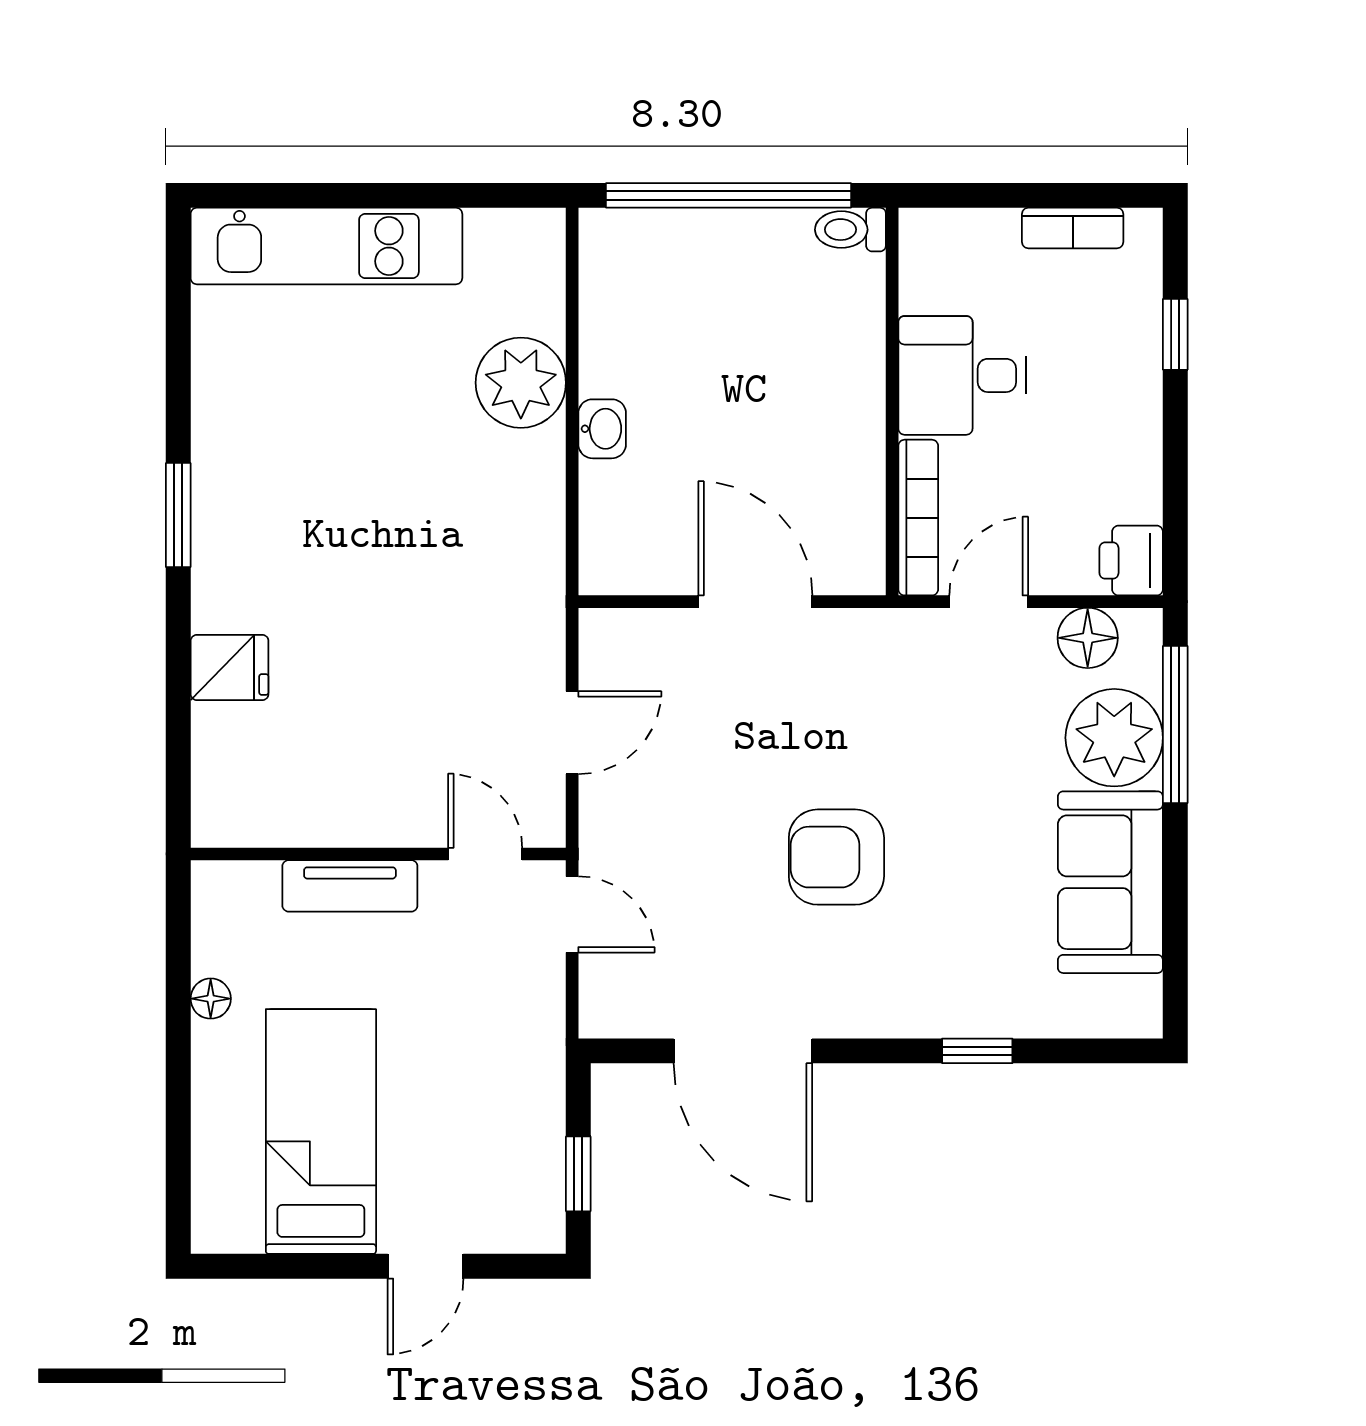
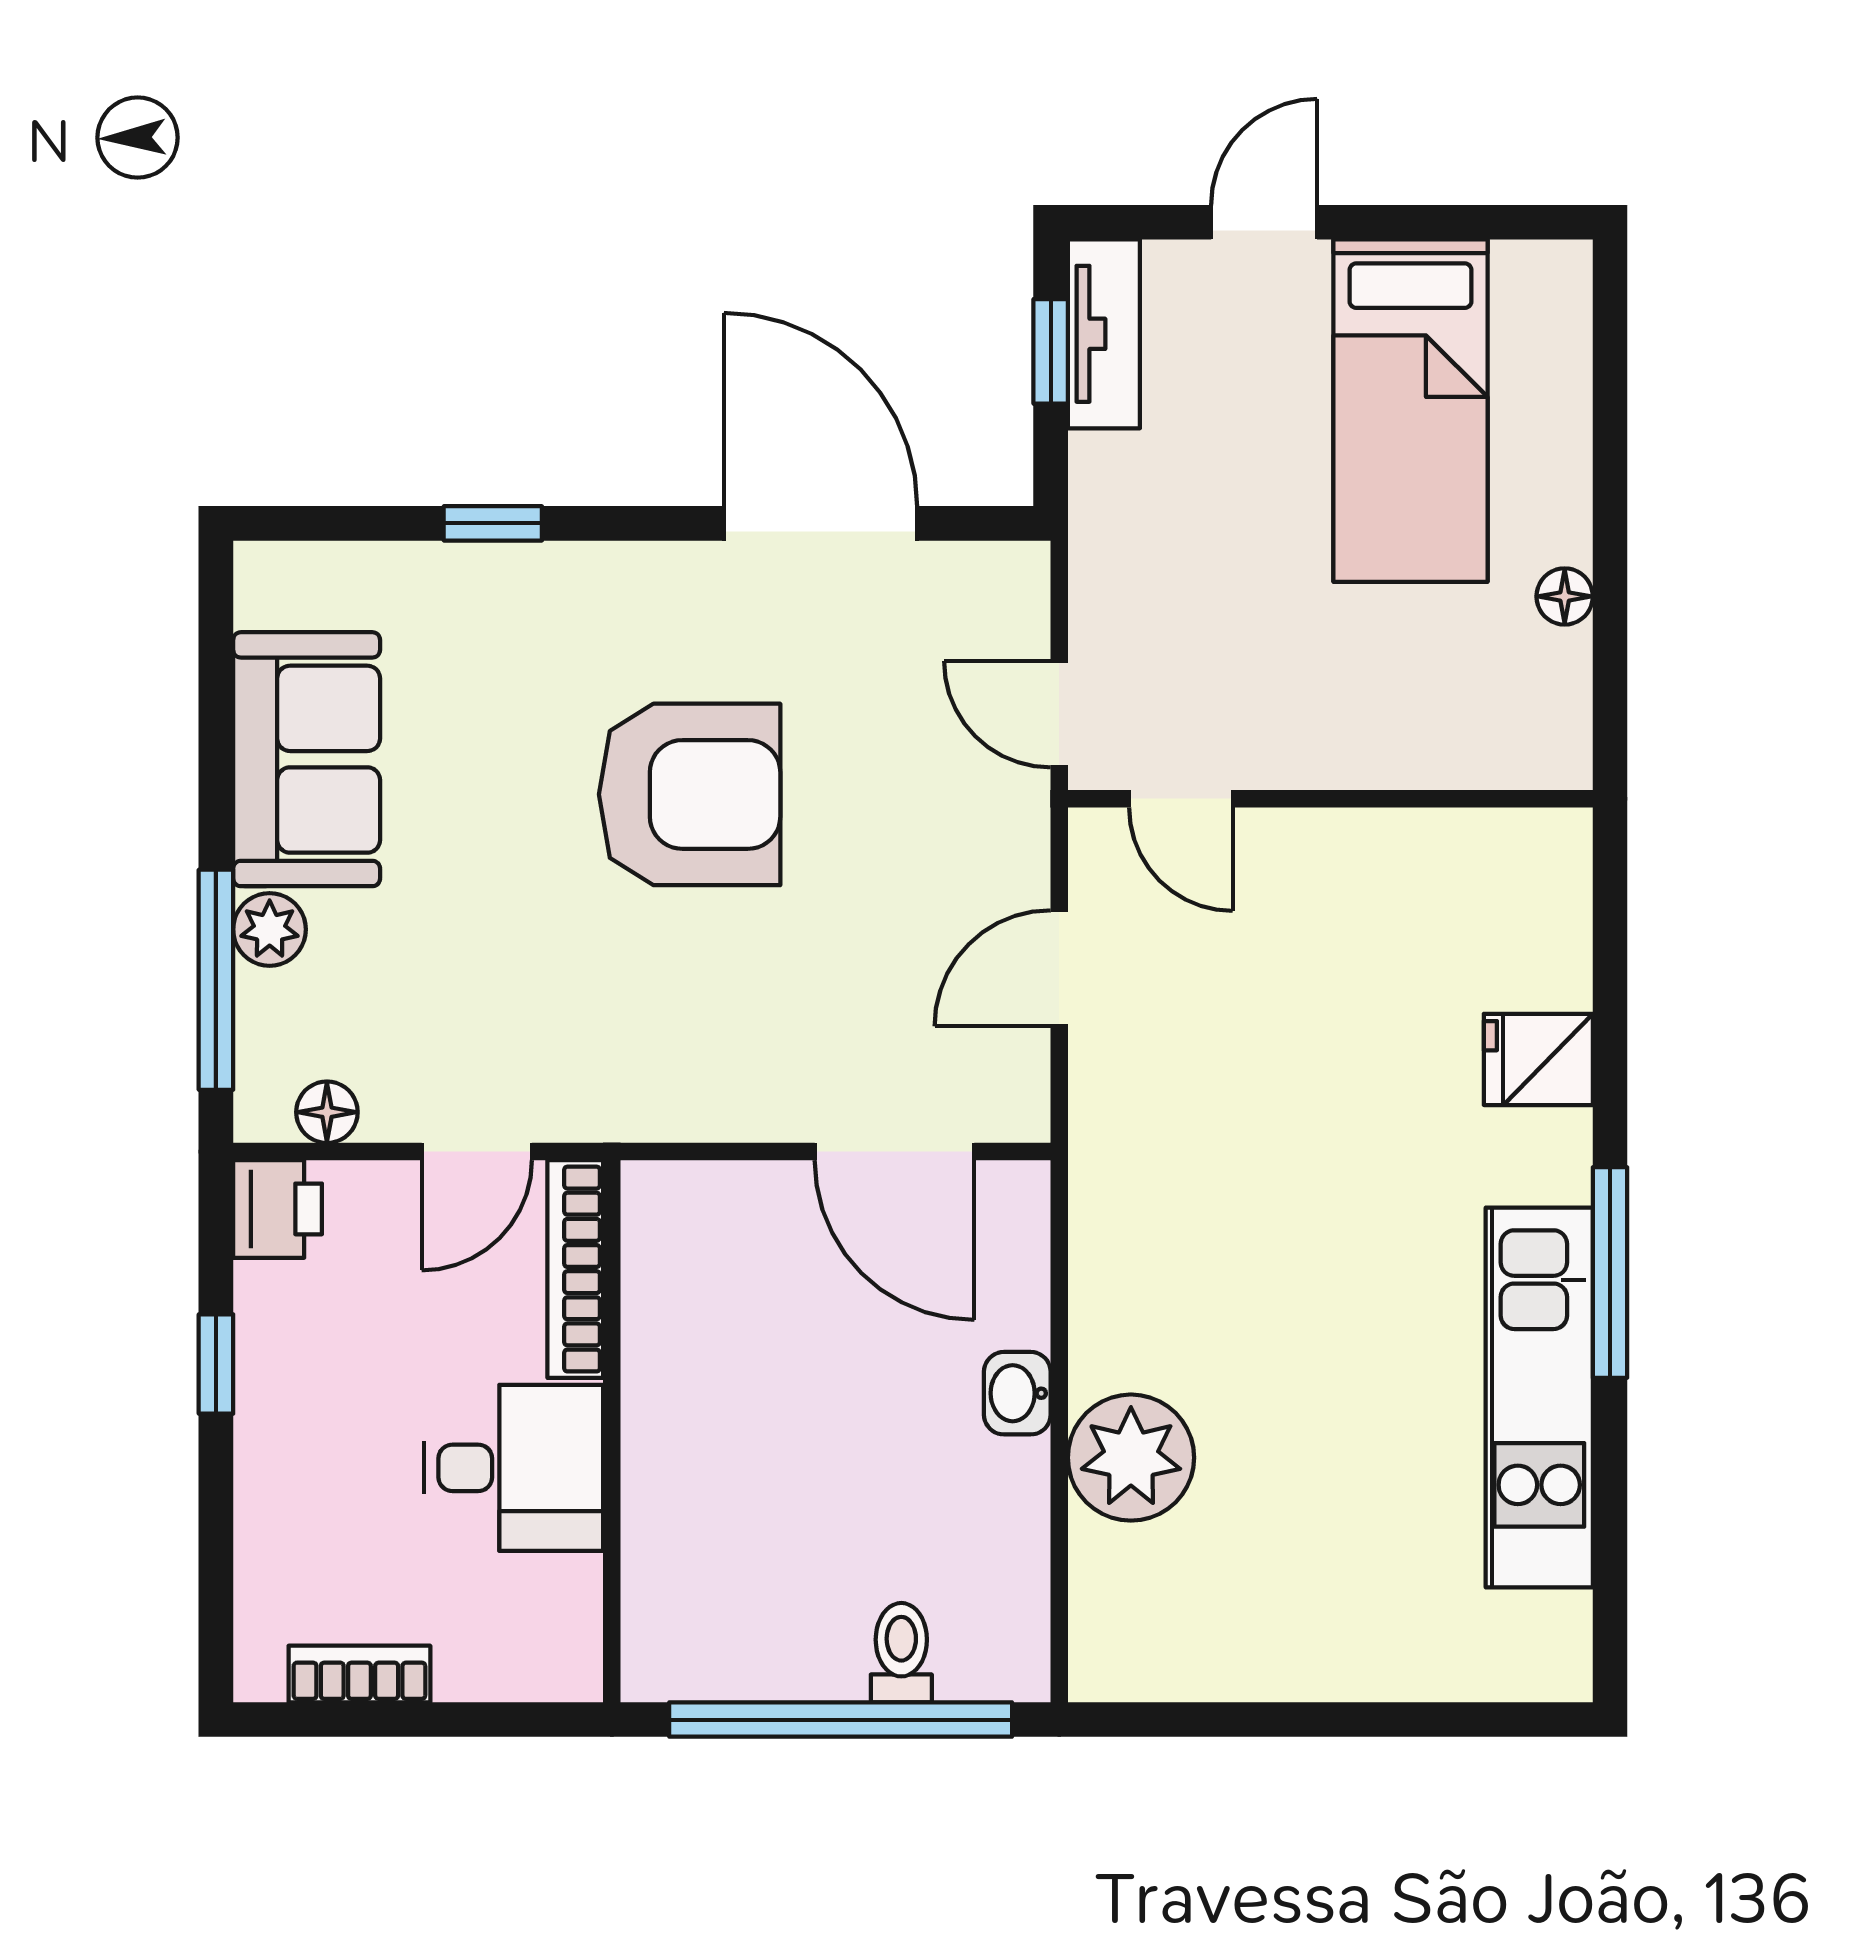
toilet: (850, 230) -> (901, 1653), moved, turned -90
kitchen unit: (326, 246) -> (1539, 1397), moved, turned -90
window: (1175, 334) -> (216, 1364), moved
window: (178, 515) -> (1610, 1273), width x1.44
door: (755, 602) -> (894, 1152), moved
floor lamp: (1088, 638) -> (327, 1112), width x0.73, depth x0.73
plant: (1114, 738) -> (270, 929), width x0.53, depth x0.53
armchair: (836, 857) -> (690, 794), width x1.36, depth x1.36
tv unit: (350, 886) -> (1104, 334), moved, turned 90

